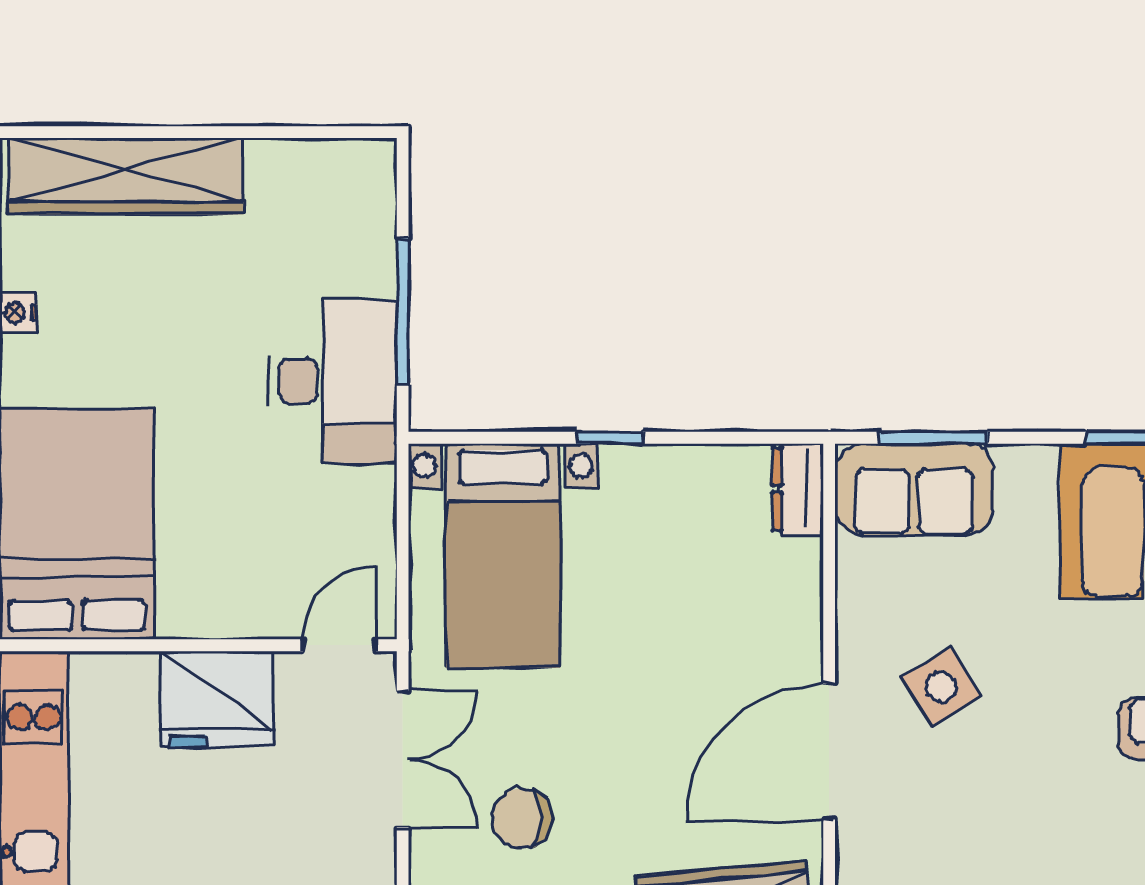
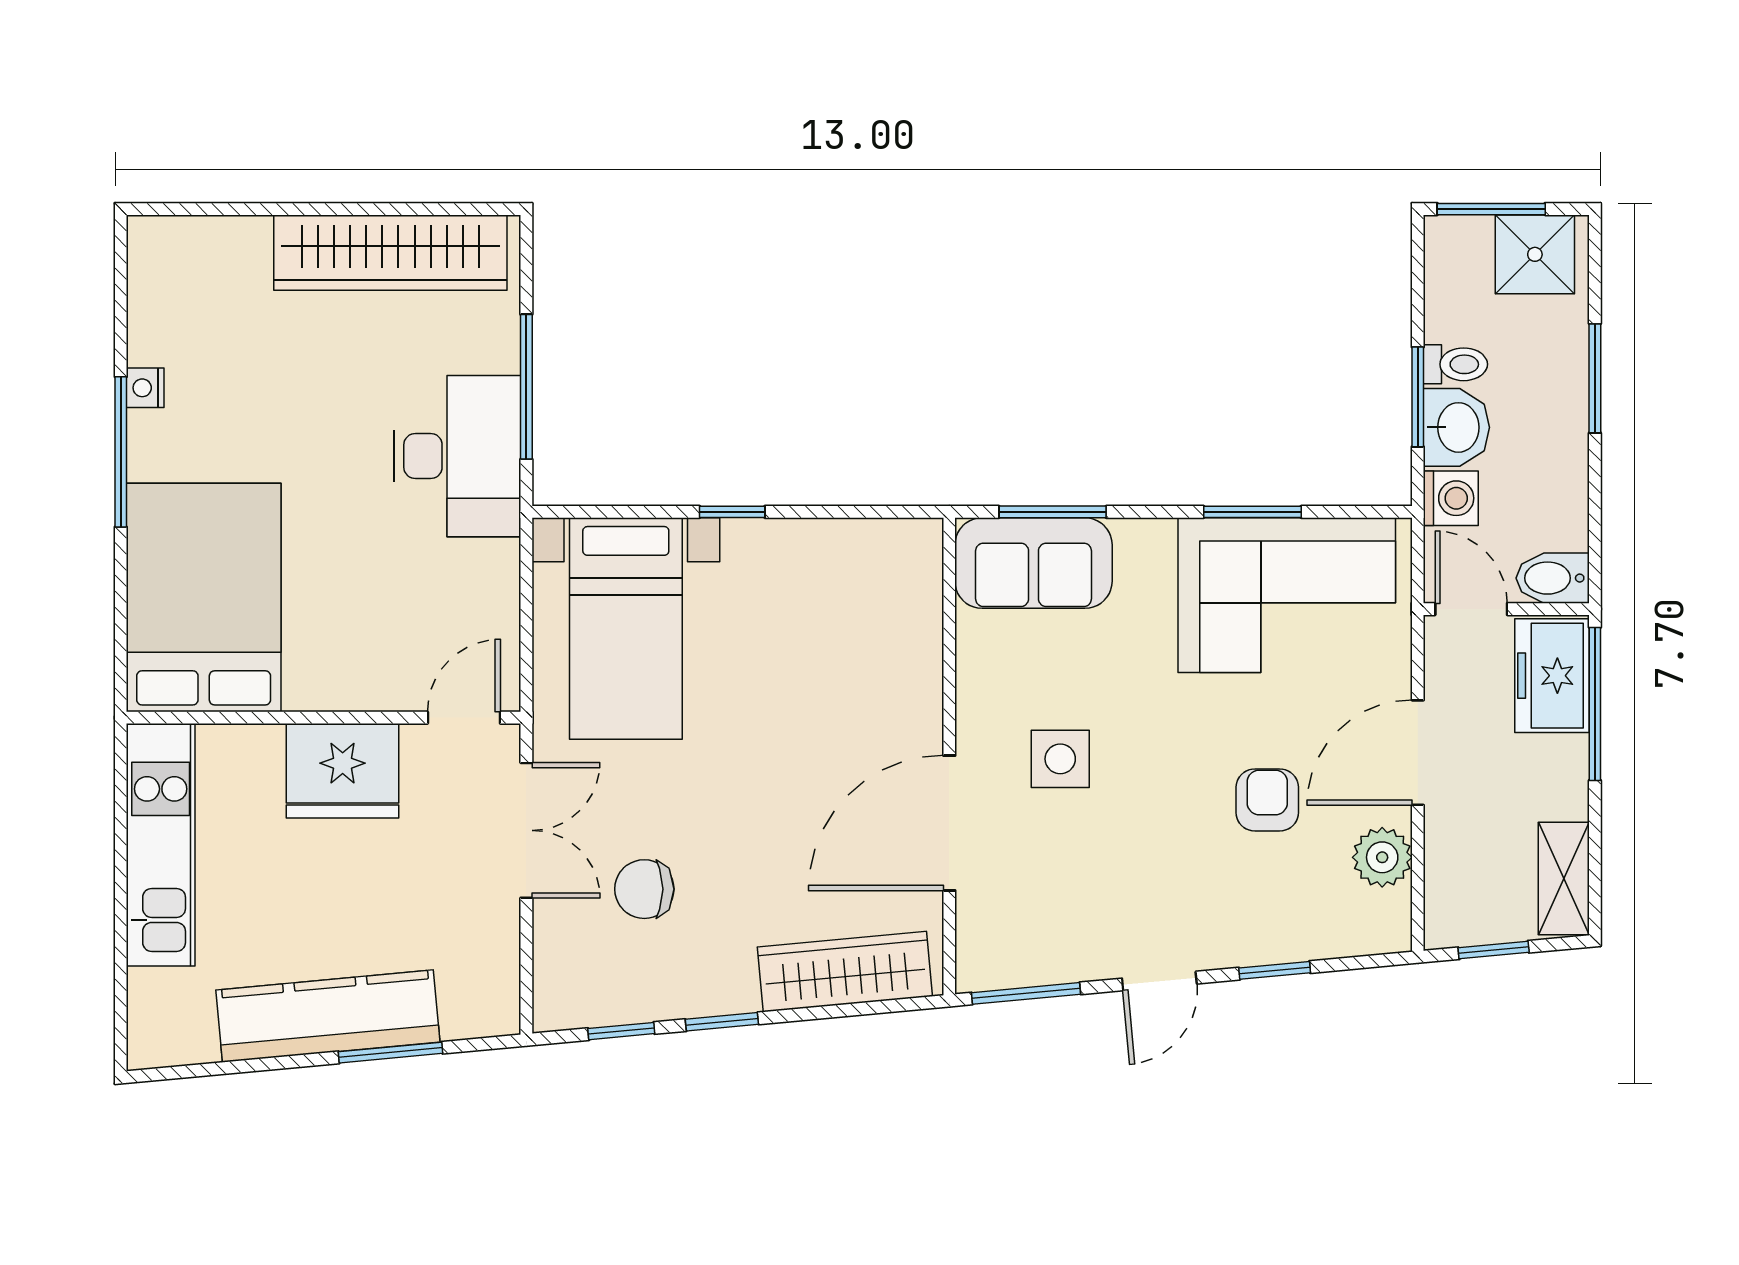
wardrobe: (126, 176) -> (390, 253), moved
dresser: (798, 489) -> (918, 563), removed
side table: (941, 687) -> (1060, 759), turned 31

